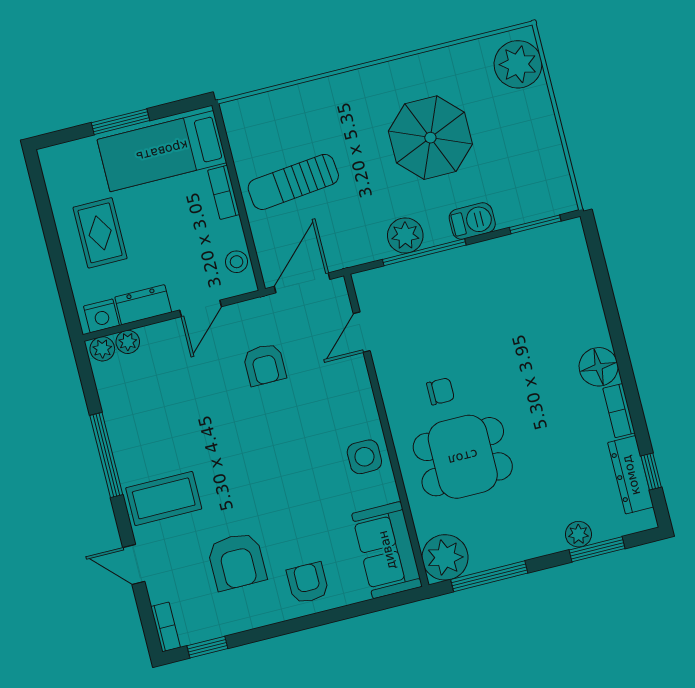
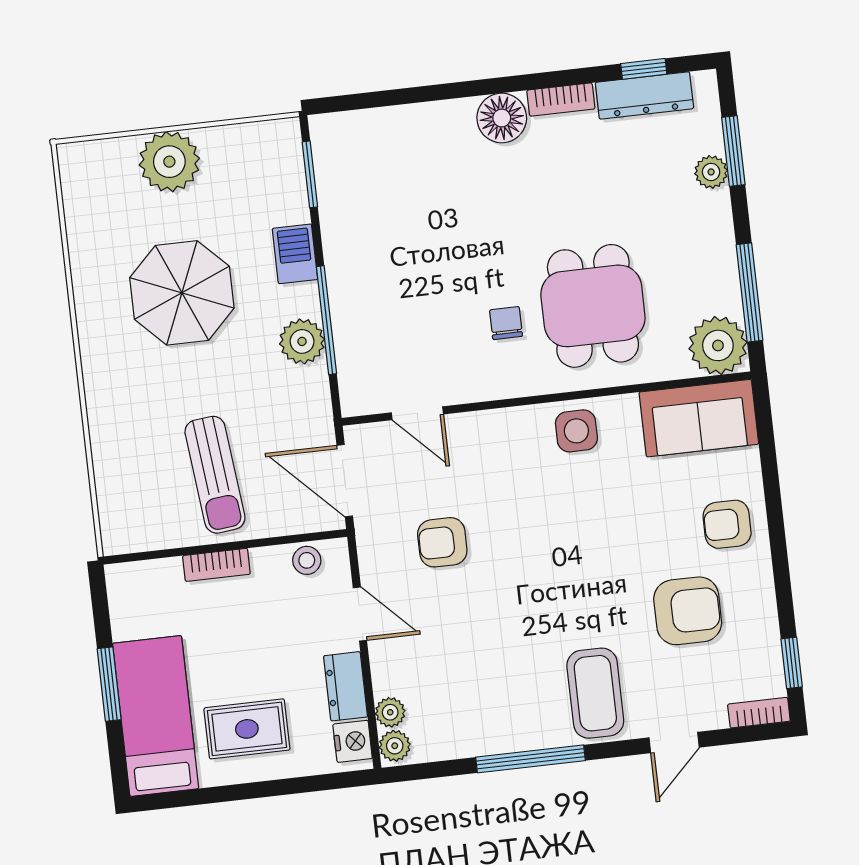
plant: (518, 64) -> (169, 162), moved
bed: (162, 151) -> (156, 716), moved, turned 180
armchair: (264, 365) -> (442, 542), turned 180

